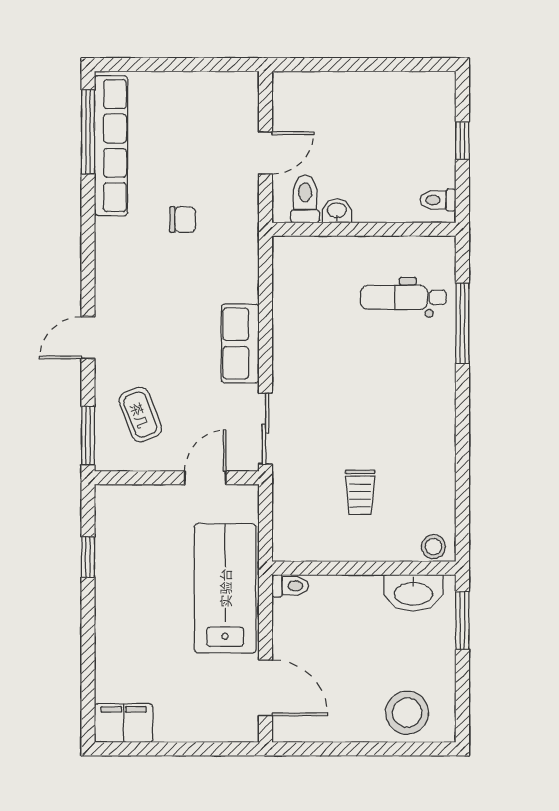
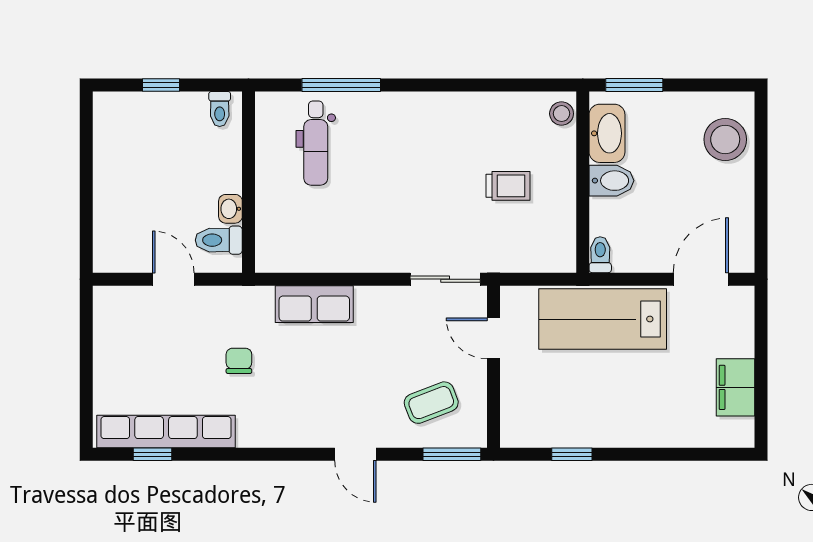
window: (88, 132) -> (152, 454), width x0.46
row of seats: (240, 343) -> (314, 304), moved
bidet: (365, 597) -> (611, 181), added
filing cabinet: (124, 723) -> (735, 387), moved

